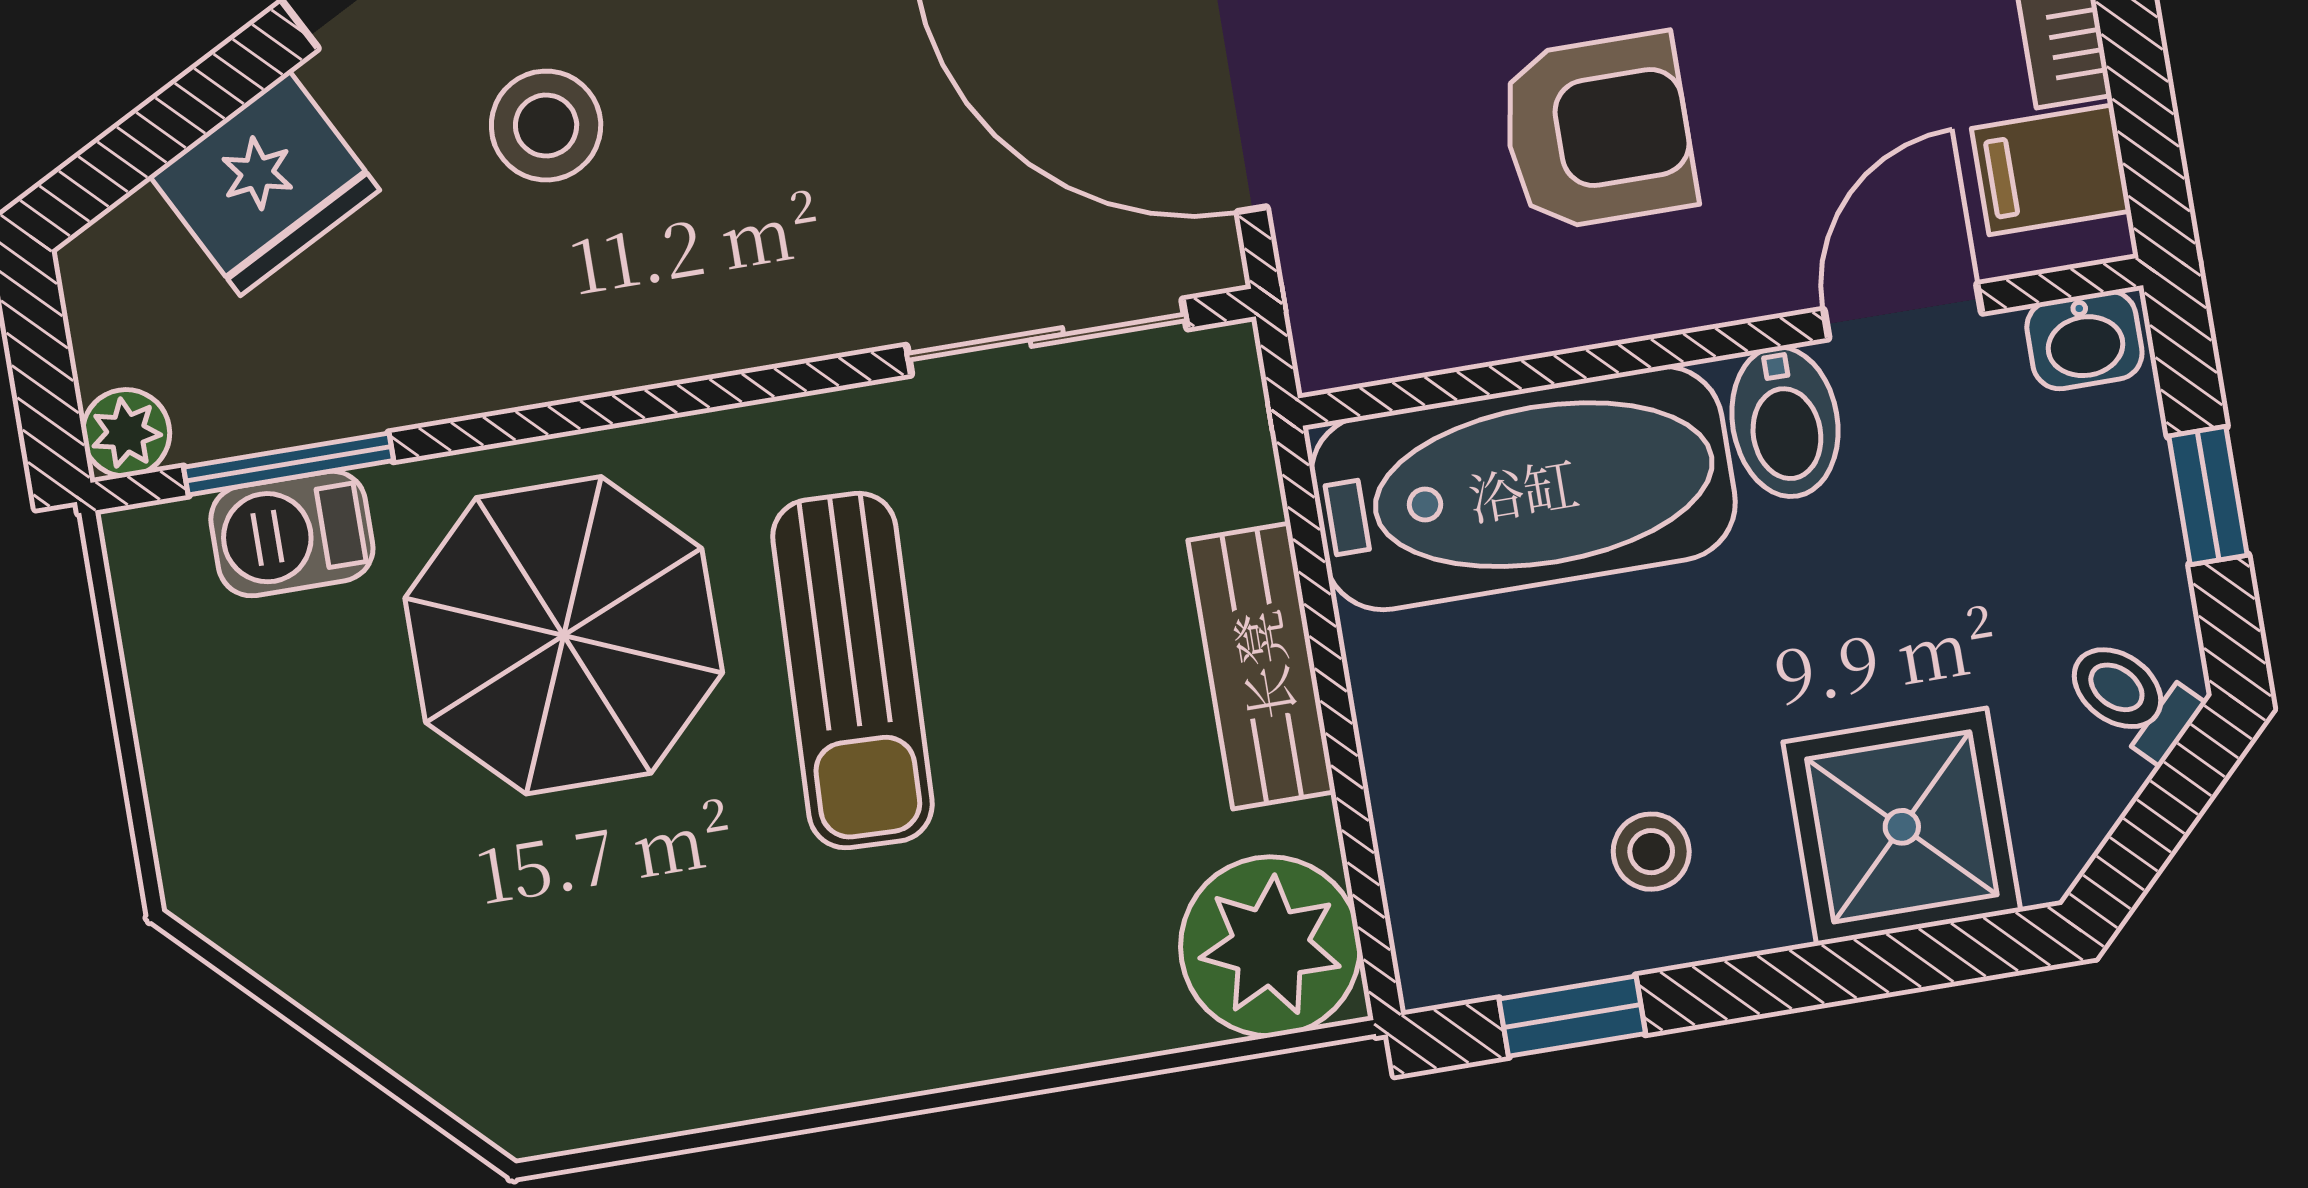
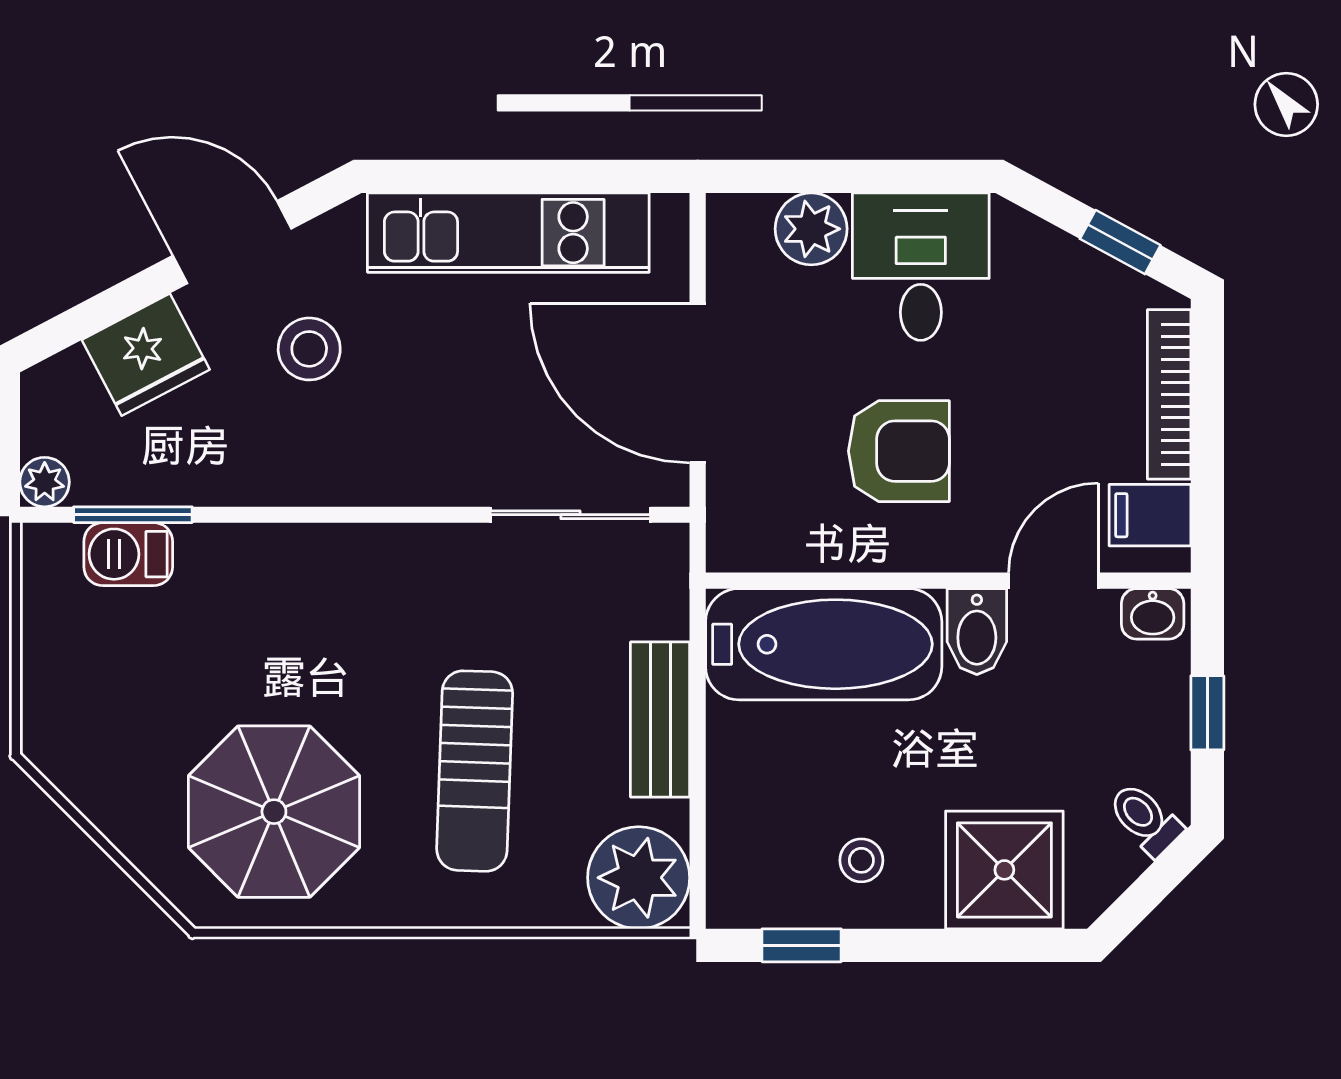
parasol: (564, 635) -> (274, 812), moved
sun lounger: (852, 671) -> (475, 771), moved

